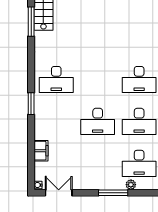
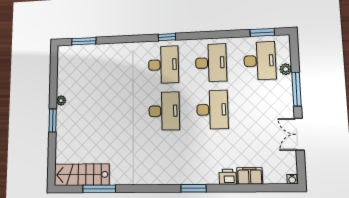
desk: (56, 79) -> (164, 111), moved
printer: (40, 132) -> (228, 177), added
double door: (59, 193) -> (299, 134), moved

